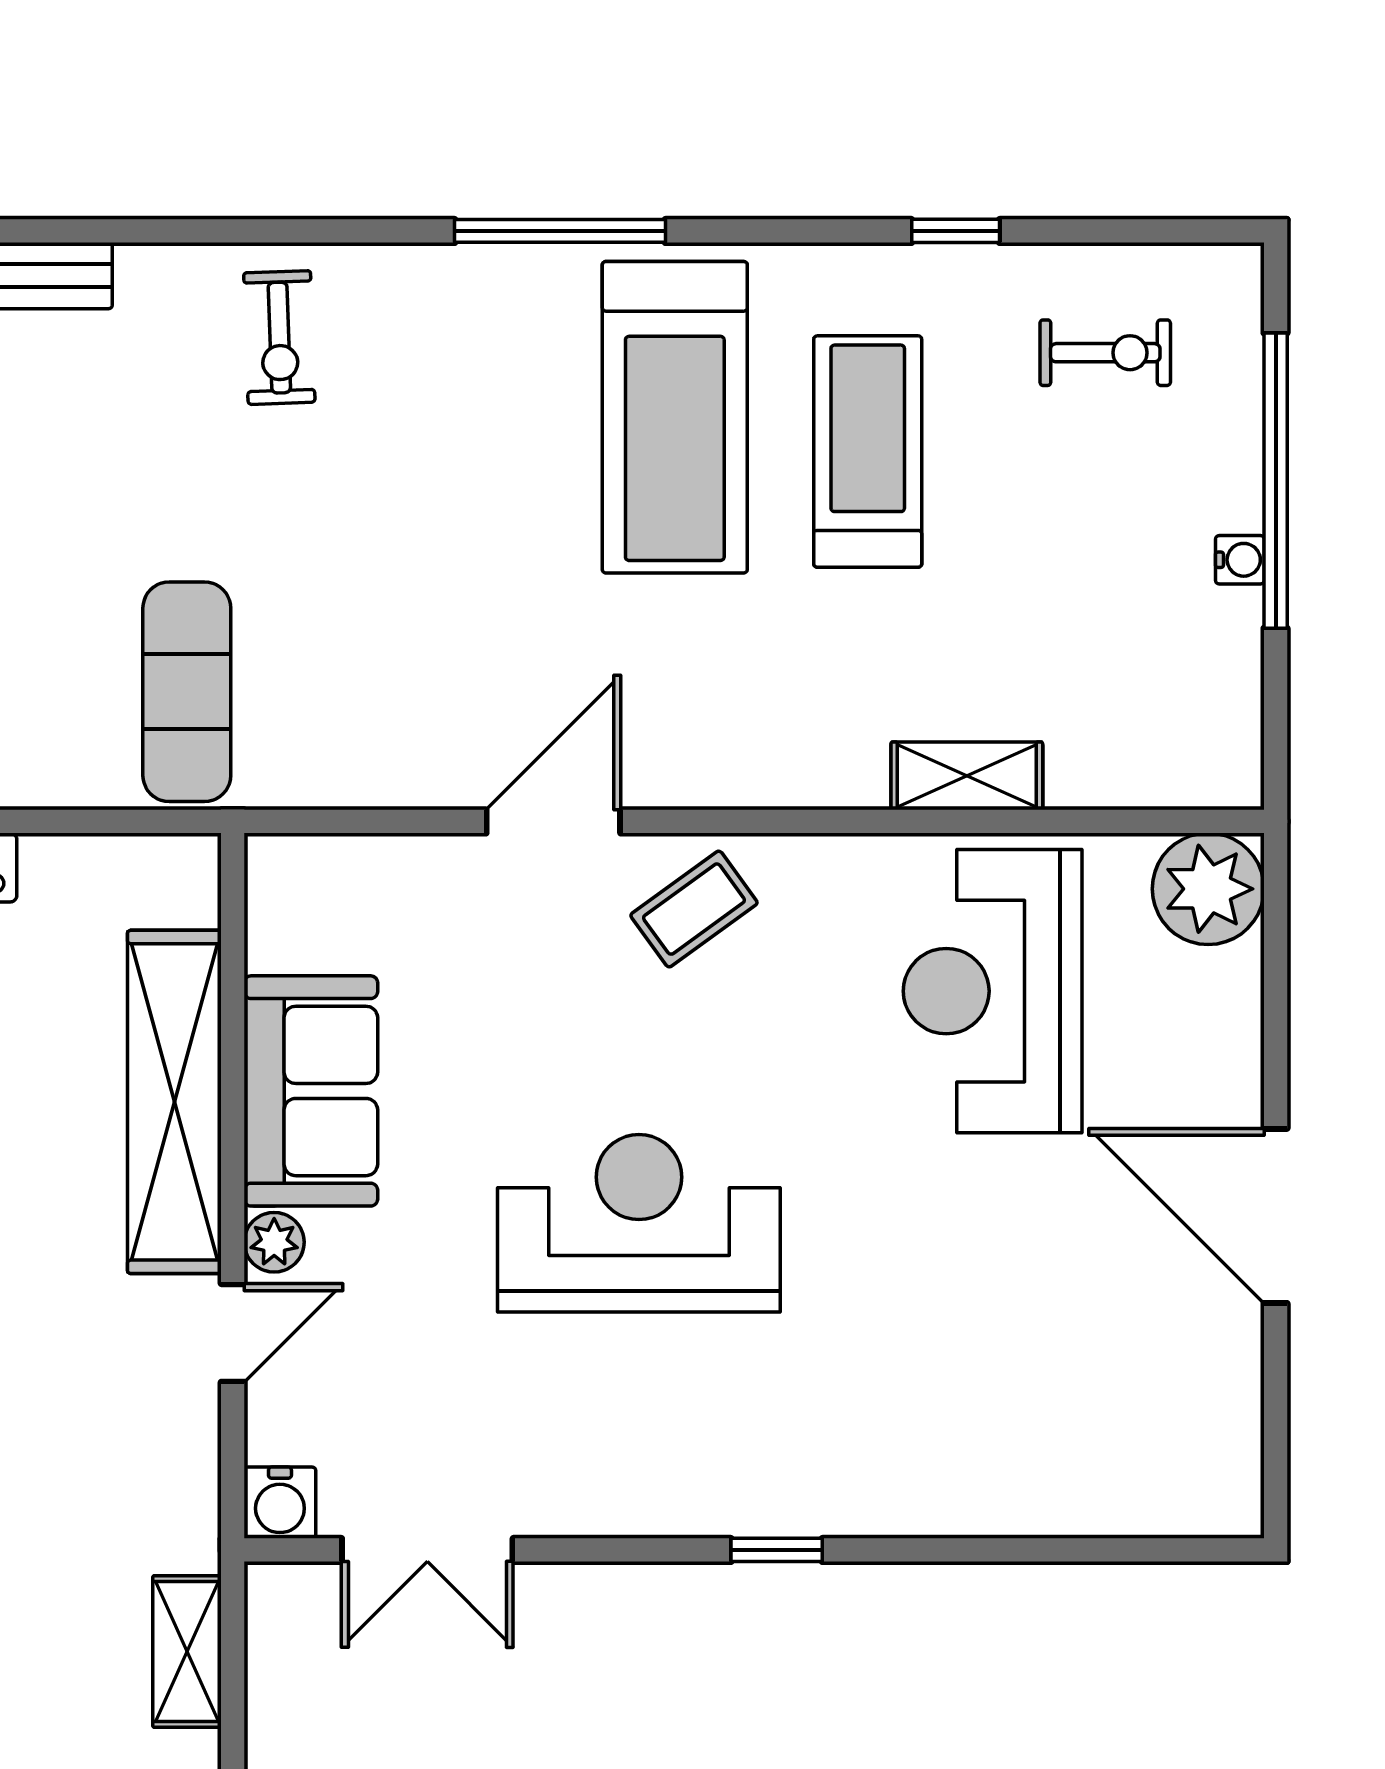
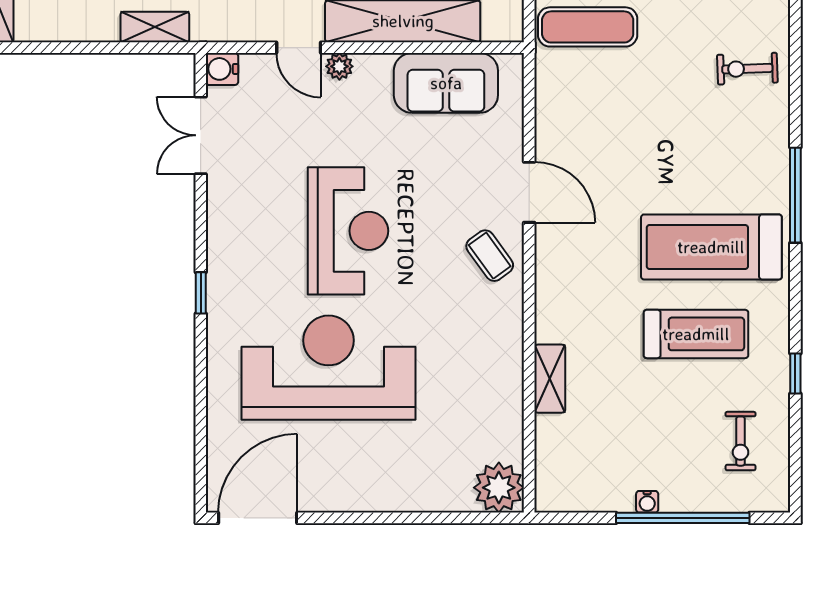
reception desk: (993, 991) -> (329, 368), moved, width x1.36, depth x1.30
sofa: (311, 1091) -> (446, 83), moved
door: (1276, 1216) -> (258, 518), moved

